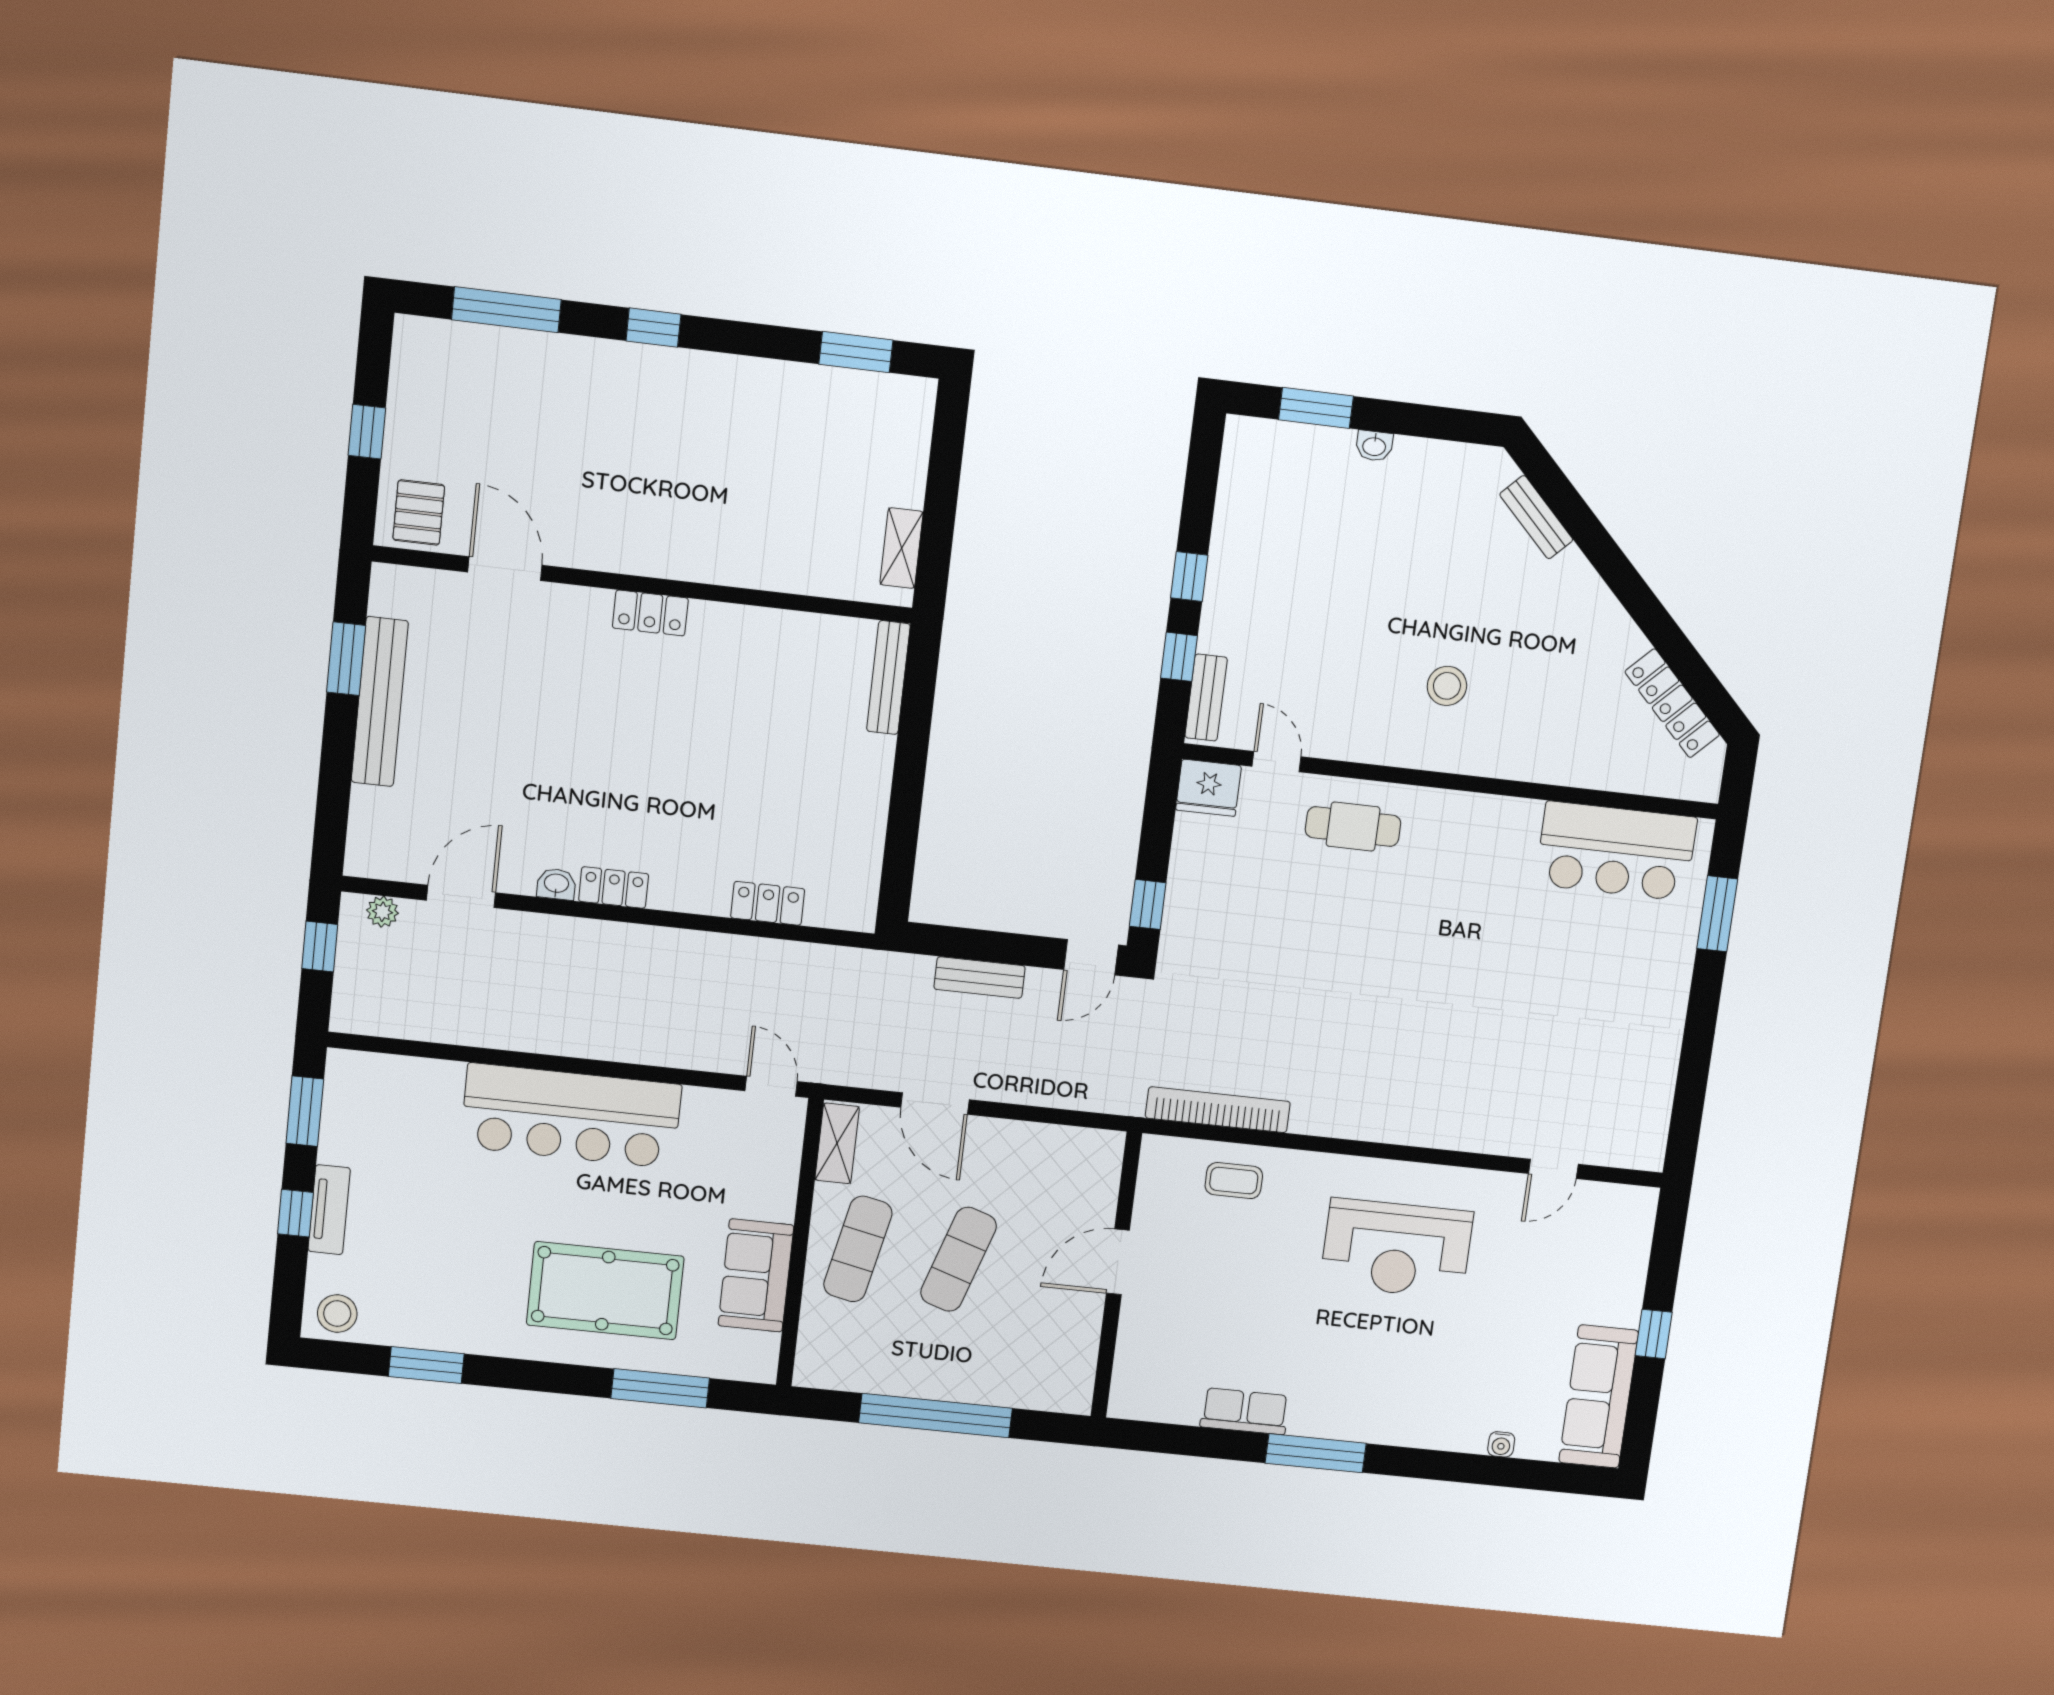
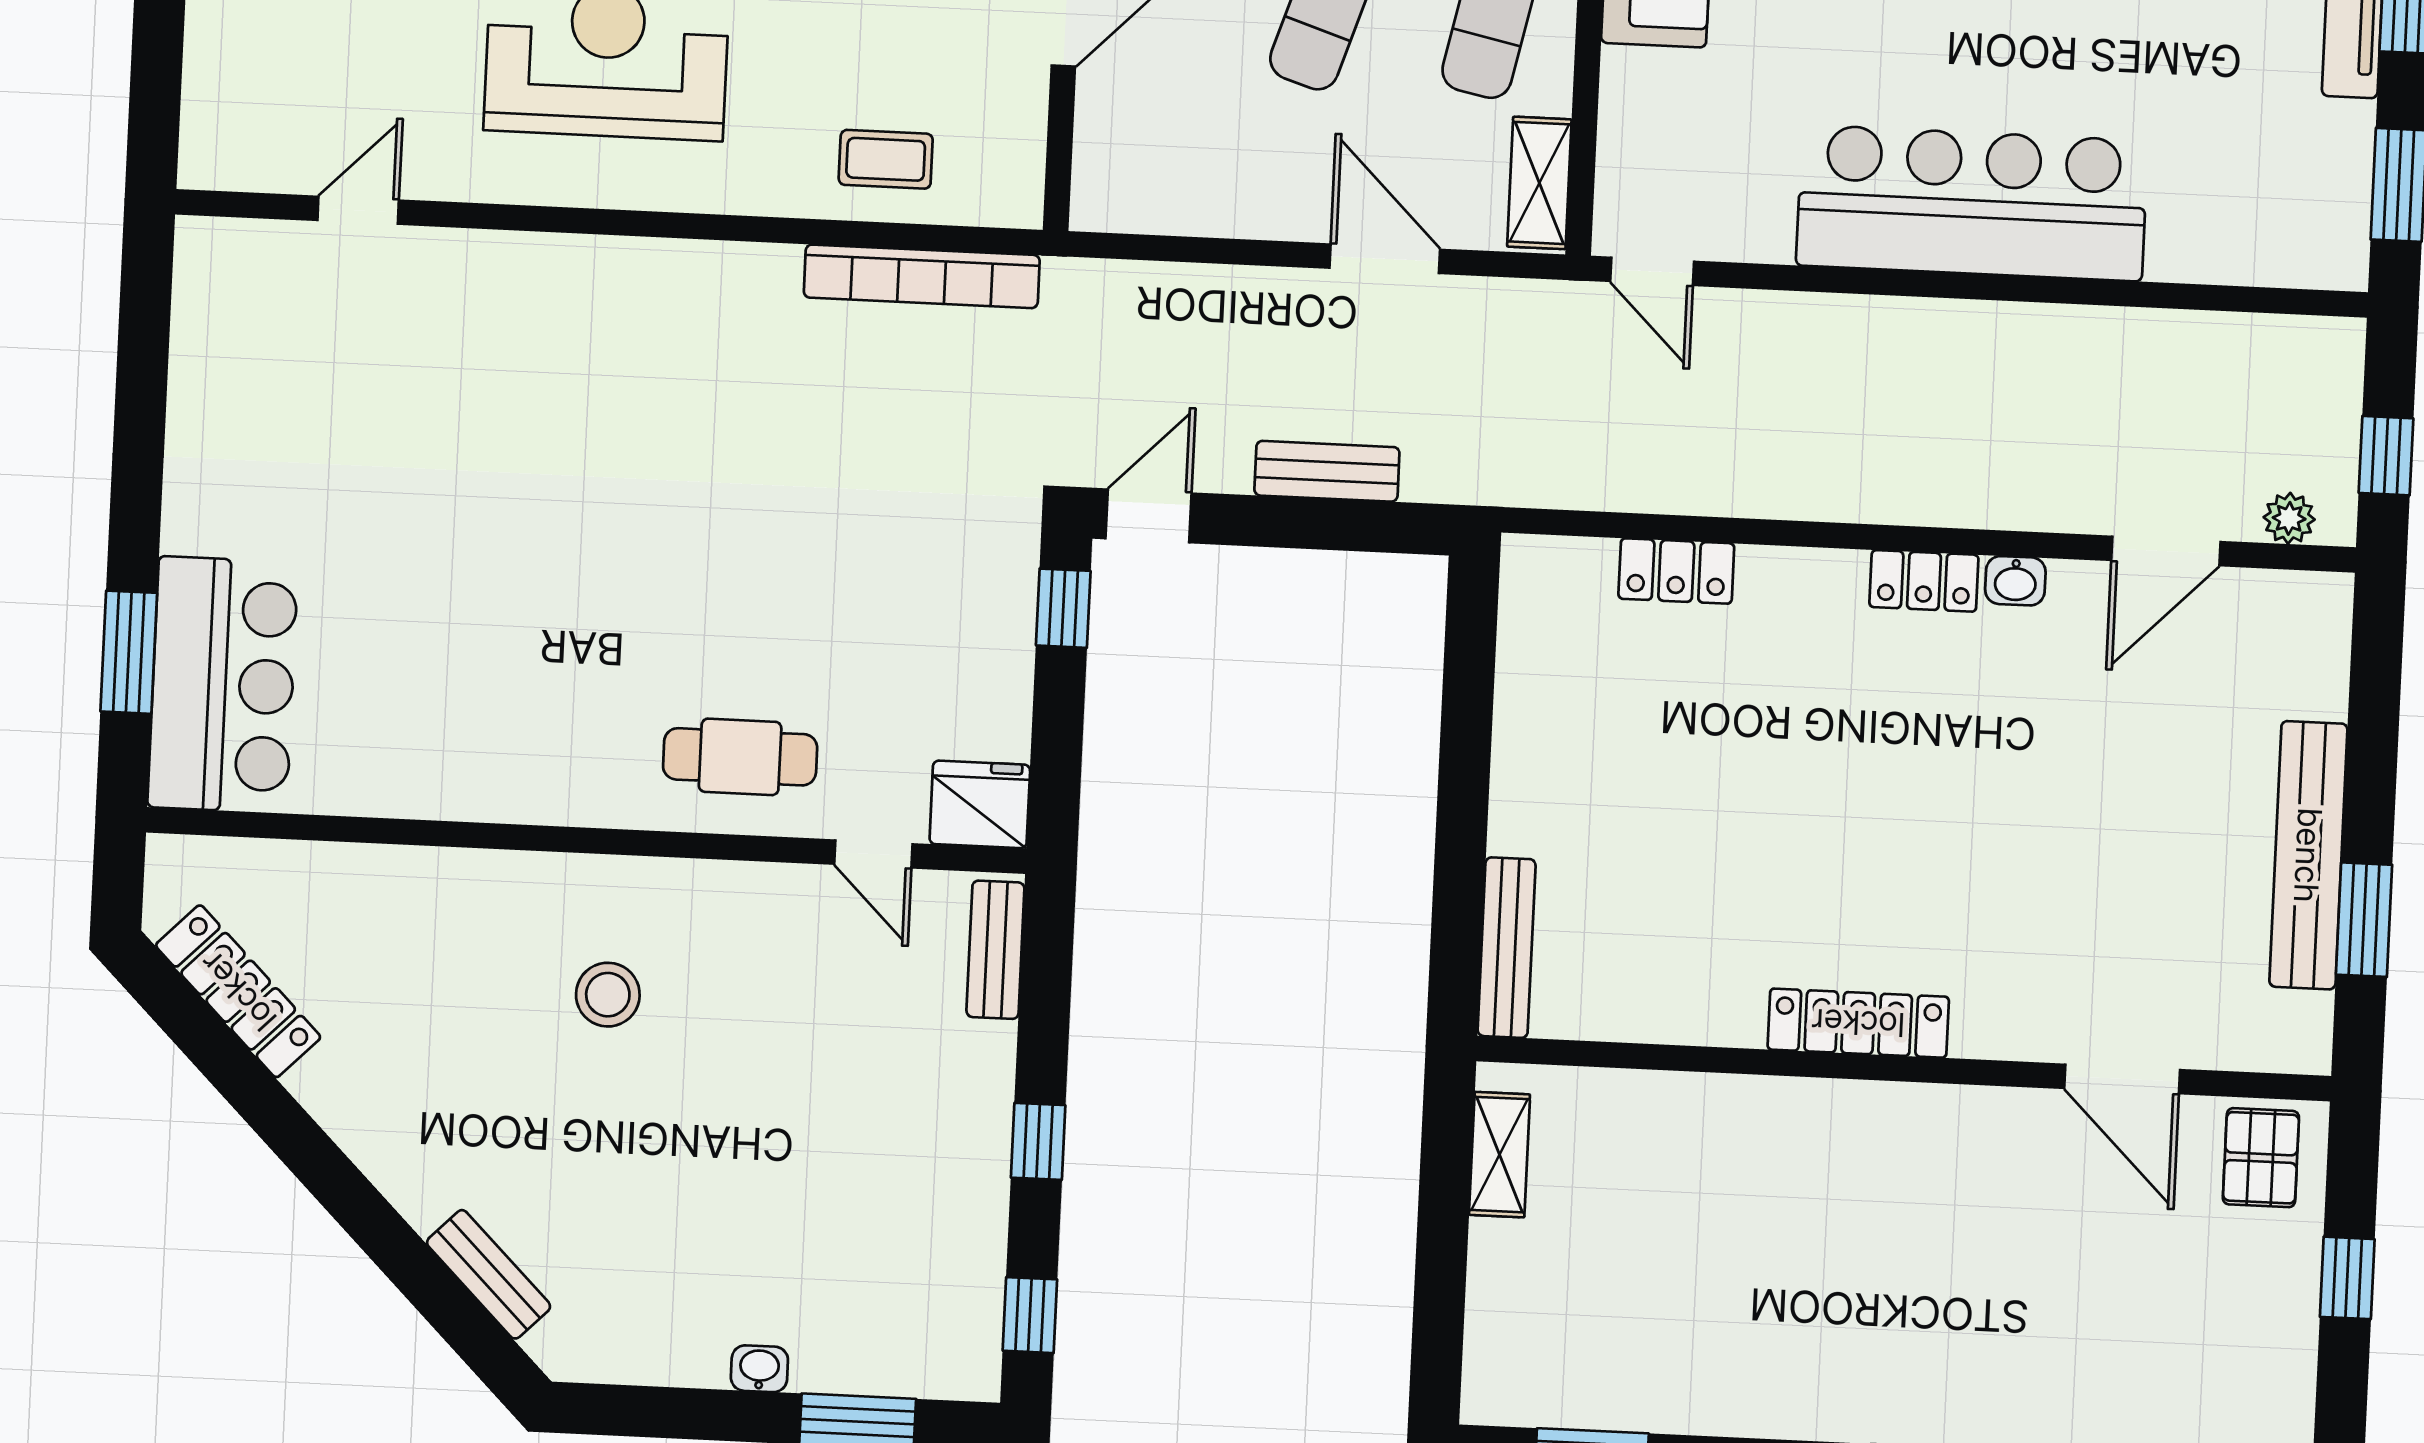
locker: (650, 613) -> (1858, 1023), width x1.53
window: (1179, 657) -> (1030, 1315), moved
bar counter: (1616, 851) -> (223, 685), moved, turned 90

